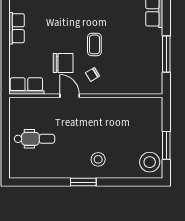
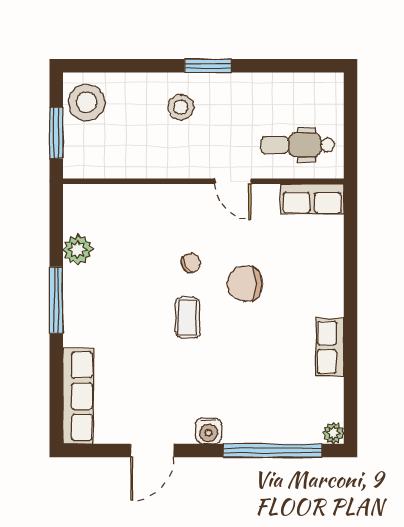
plant: (155, 82) -> (78, 250), added
row of seats: (26, 86) -> (312, 199), moved
door: (70, 96) -> (233, 181), moved
wall: (86, 96) -> (203, 181), moved

